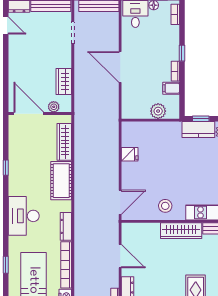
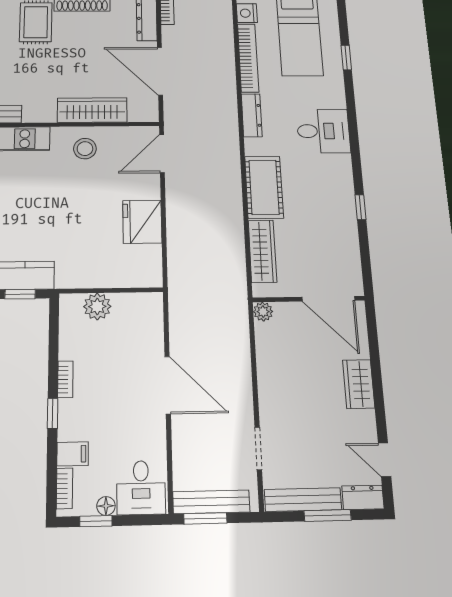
wardrobe: (64, 81) -> (359, 384), moved, turned 180
filing cabinet: (171, 88) -> (73, 454), moved
plant: (54, 107) -> (263, 312), moved
fridge: (130, 154) -> (142, 222), width x1.88, depth x1.34
desk: (24, 216) -> (323, 131), width x0.73
wardrobe: (181, 231) -> (92, 110), moved
door: (120, 256) -> (160, 71), width x1.36

